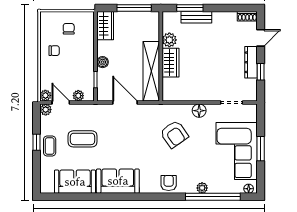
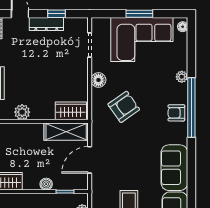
wardrobe: (170, 63) -> (71, 111), moved
shelving: (151, 71) -> (66, 132), width x0.68
window: (213, 197) -> (191, 108), moved

